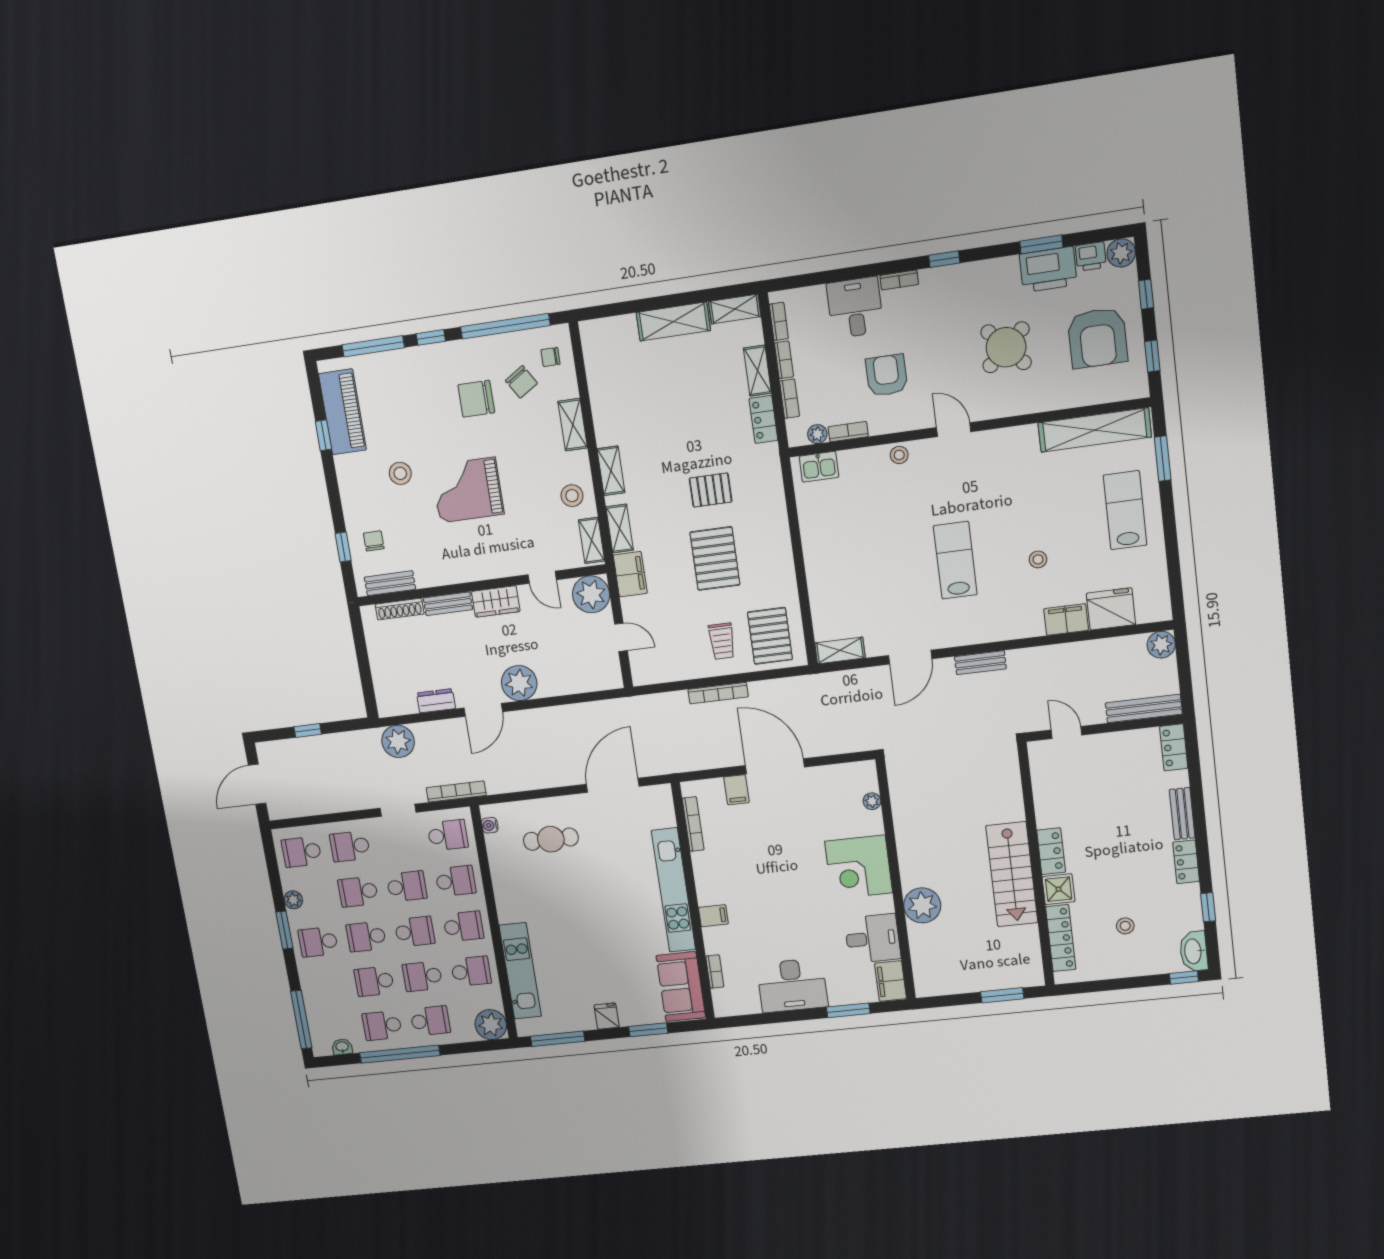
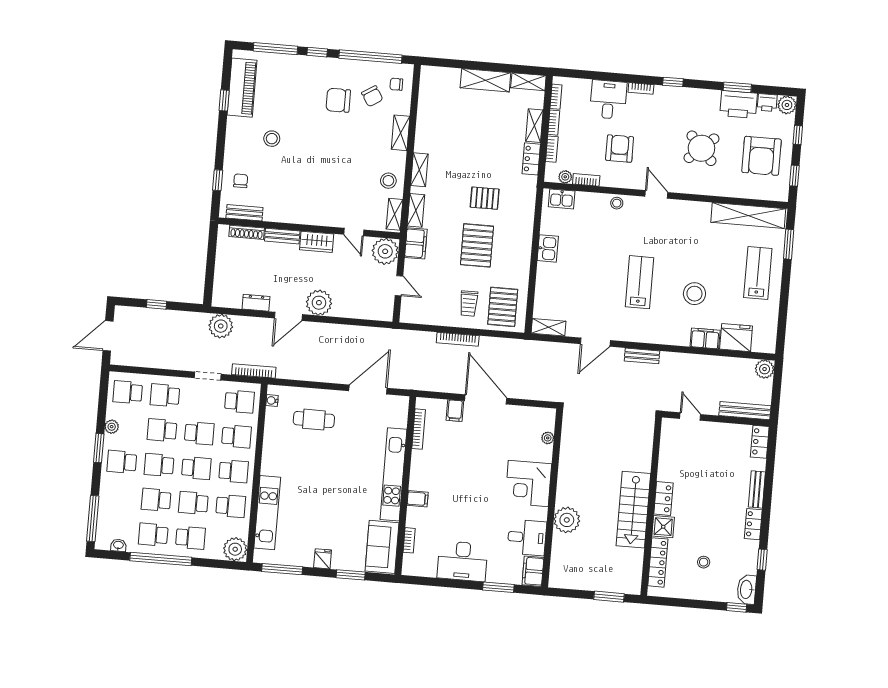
grand piano: (467, 490) -> (316, 161), removed
kitchen sink: (815, 541) -> (548, 248), added
stool: (1038, 559) -> (694, 294), width x1.89, depth x1.89

